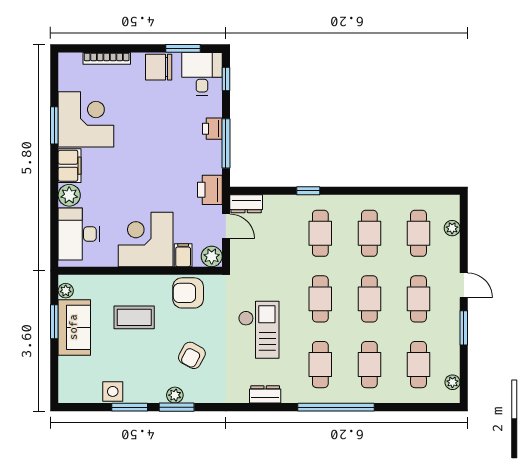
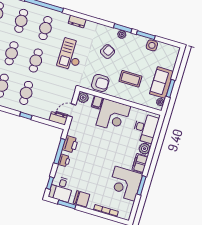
printer: (210, 190) -> (70, 144), moved
door: (226, 226) -> (72, 110), hinge flipped

